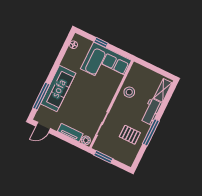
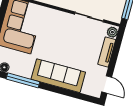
window: (41, 96) -> (23, 80), moved

